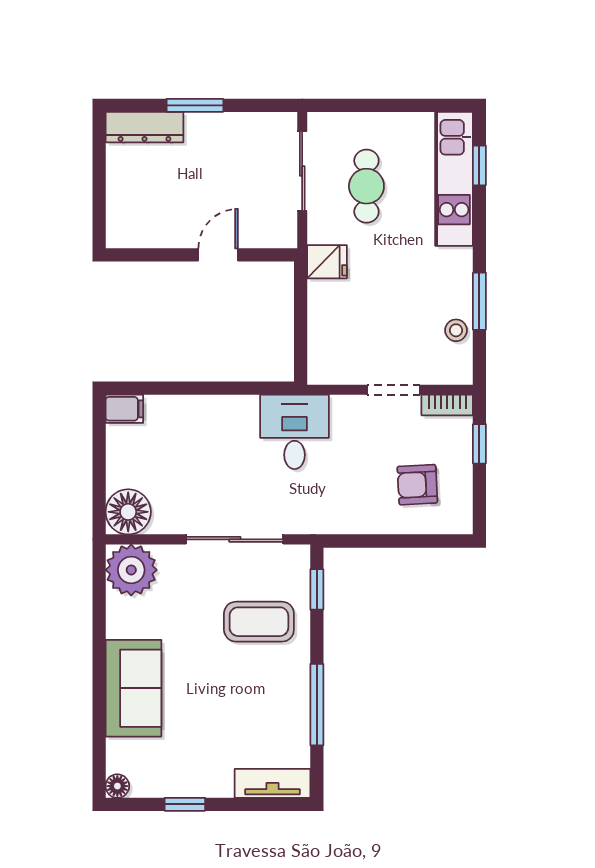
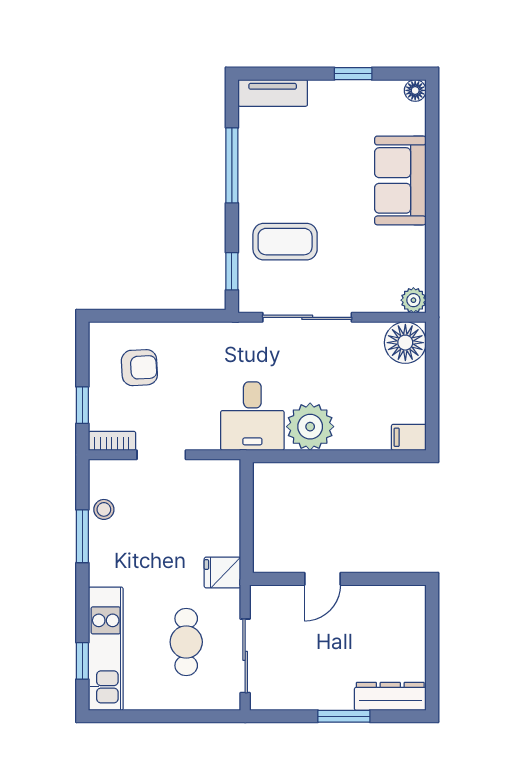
plant: (232, 420) -> (310, 427), added
plant: (131, 570) -> (413, 300), width x0.53, depth x0.53

